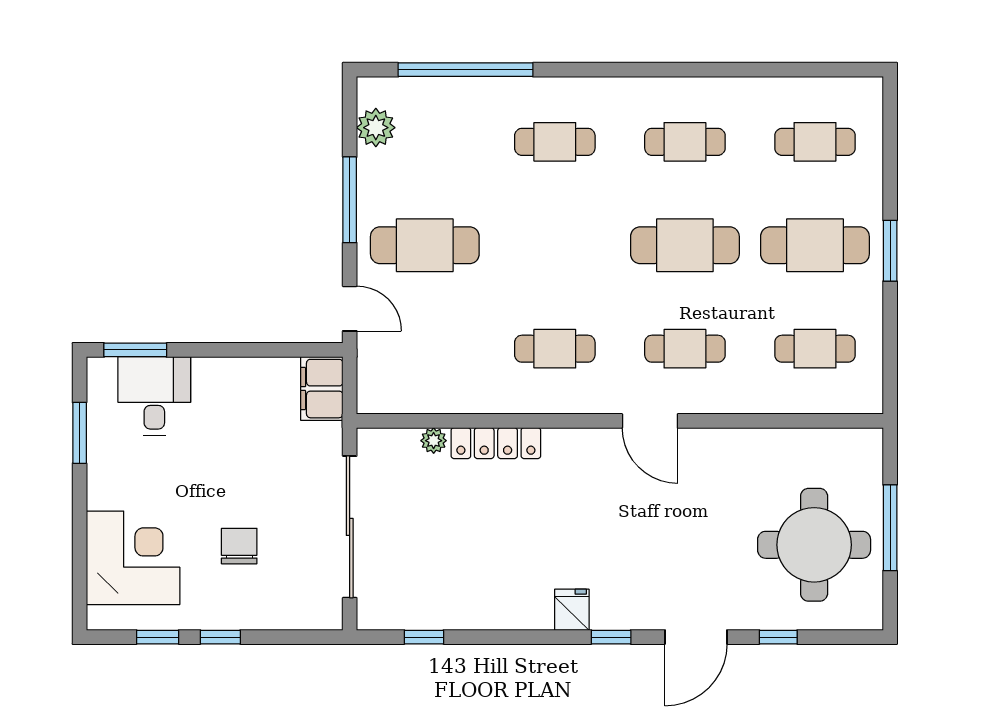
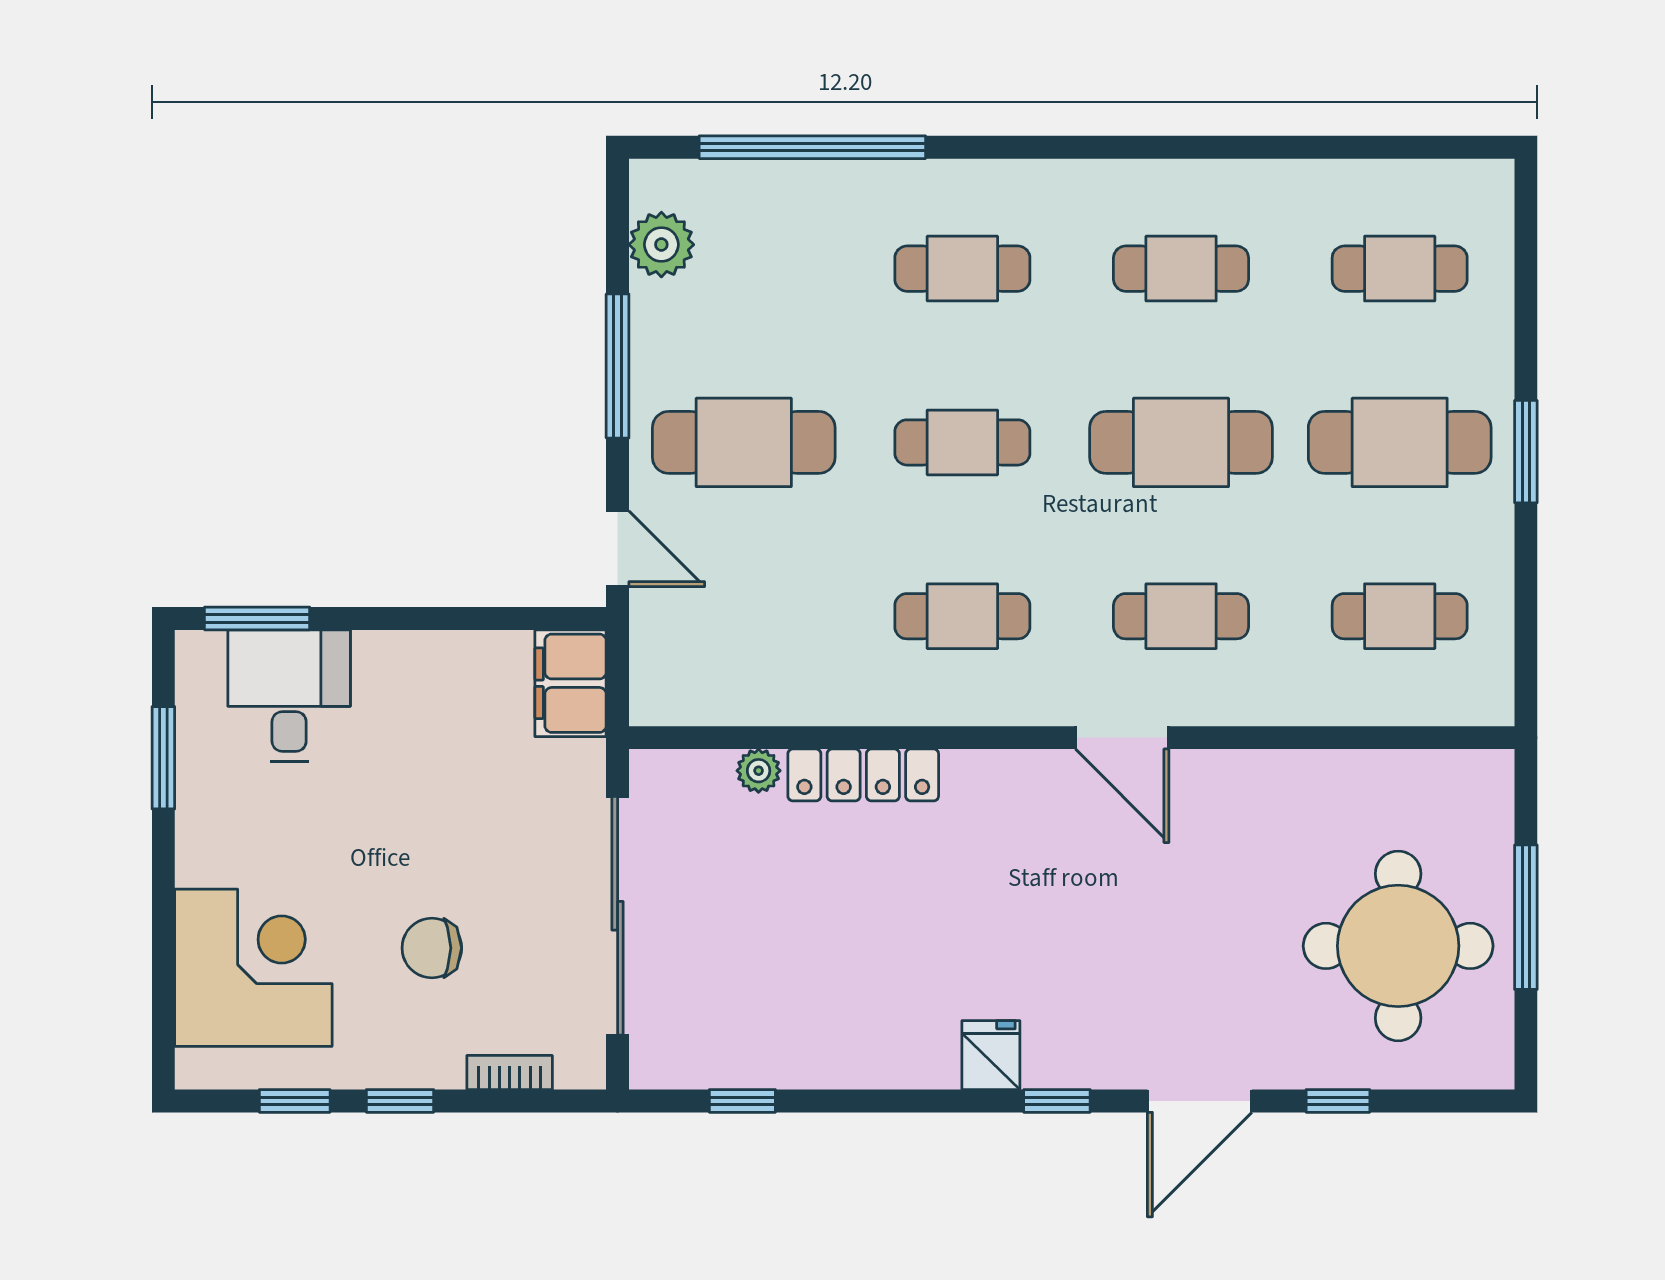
cafe table: (555, 245) -> (962, 442), added
chair: (239, 546) -> (432, 948), turned -90
bookcase: (285, 620) -> (510, 1072), added

